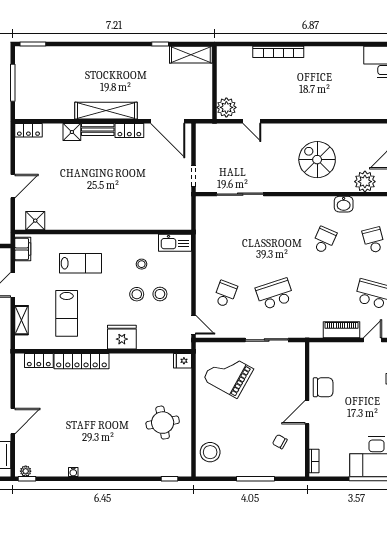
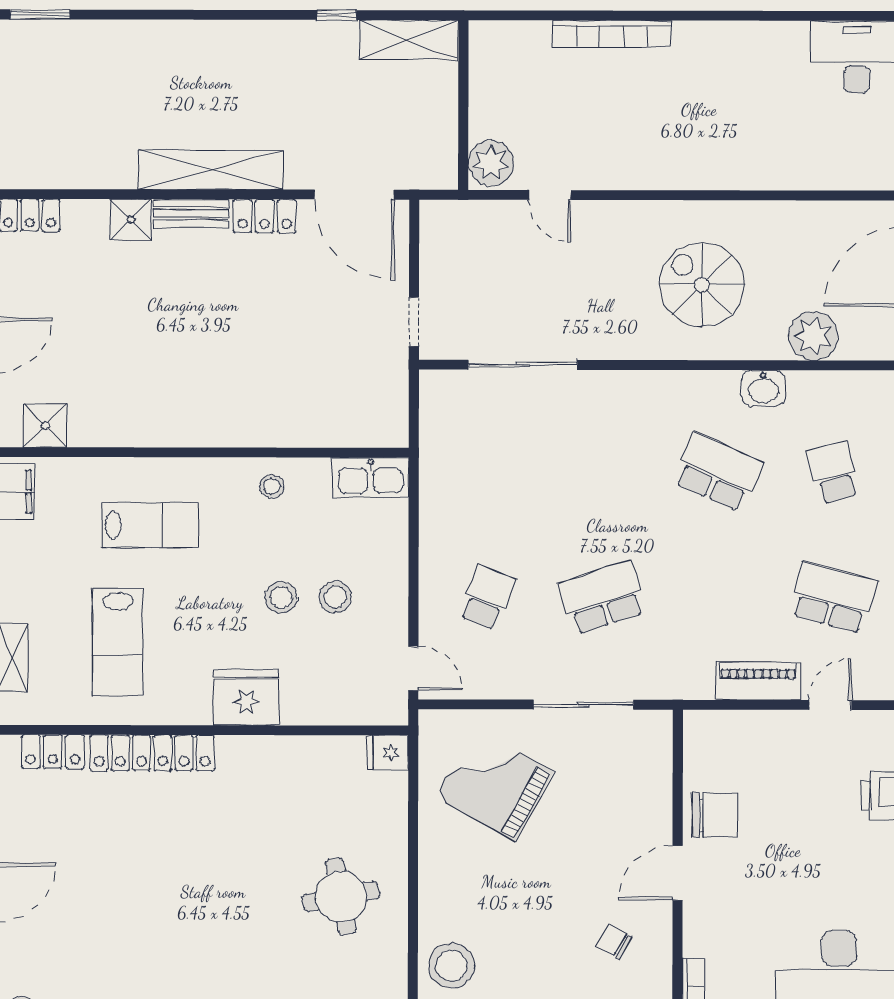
school desk: (324, 240) -> (718, 472), width x1.85
stool: (142, 264) -> (272, 486), moved

